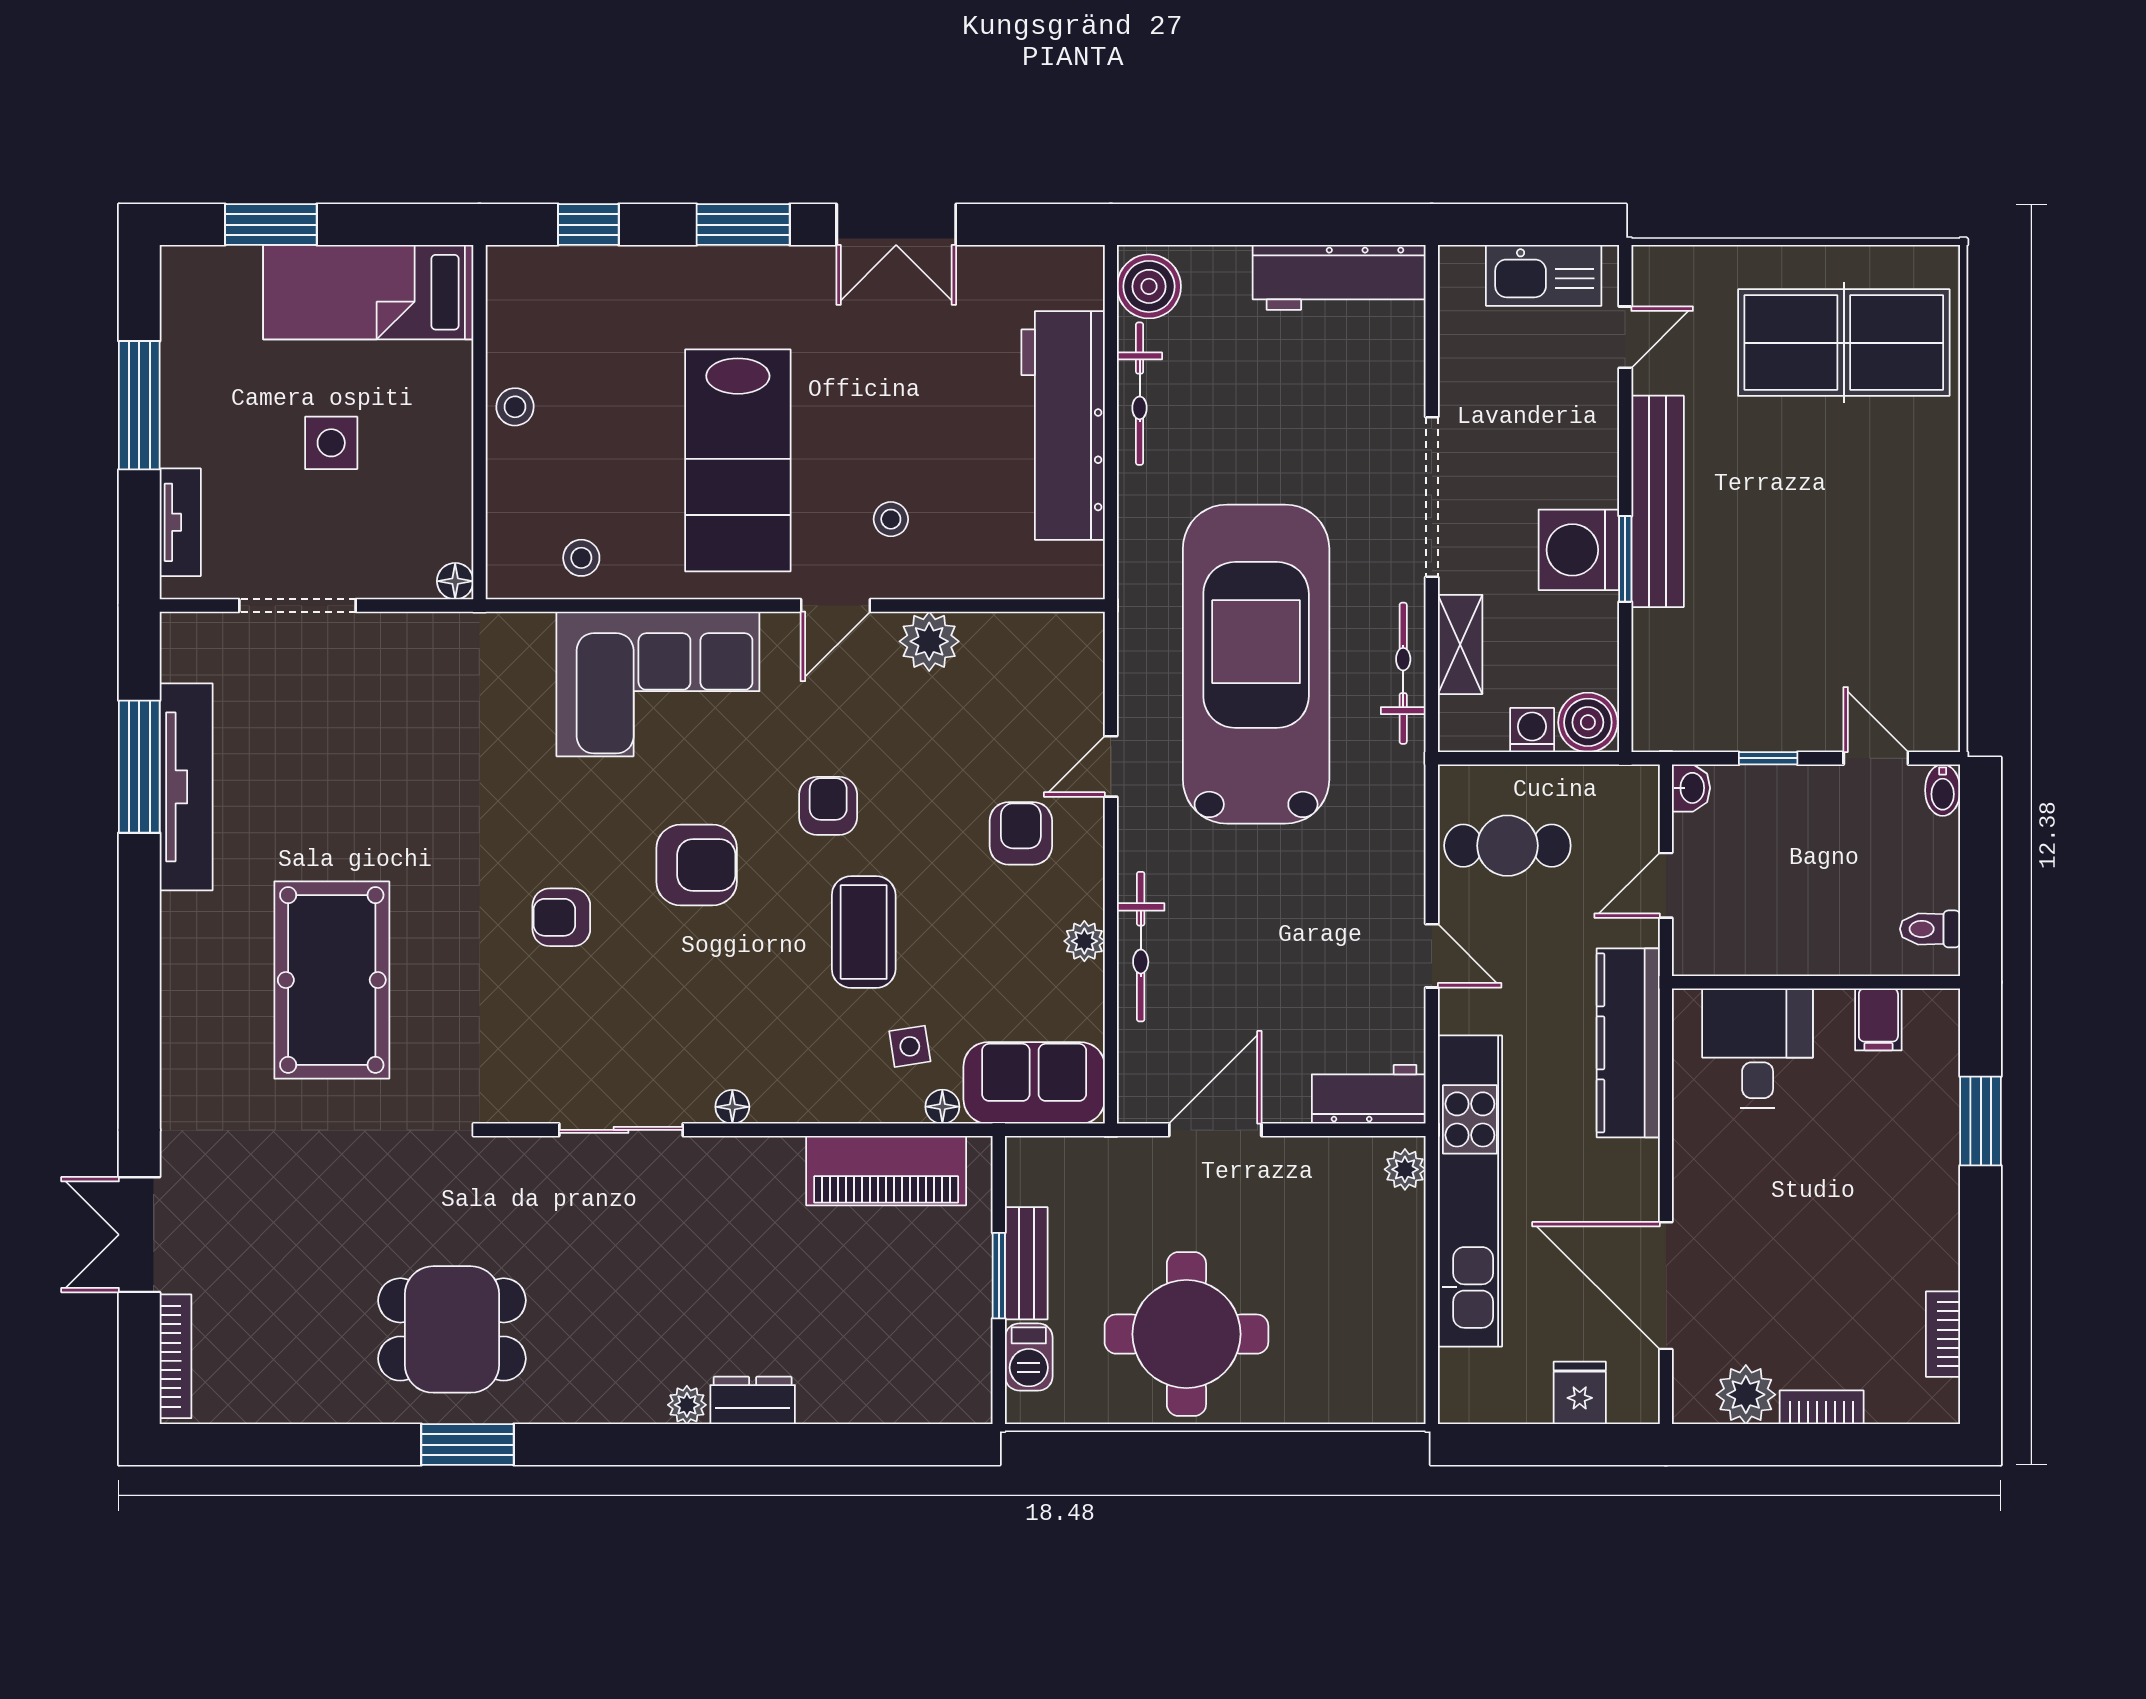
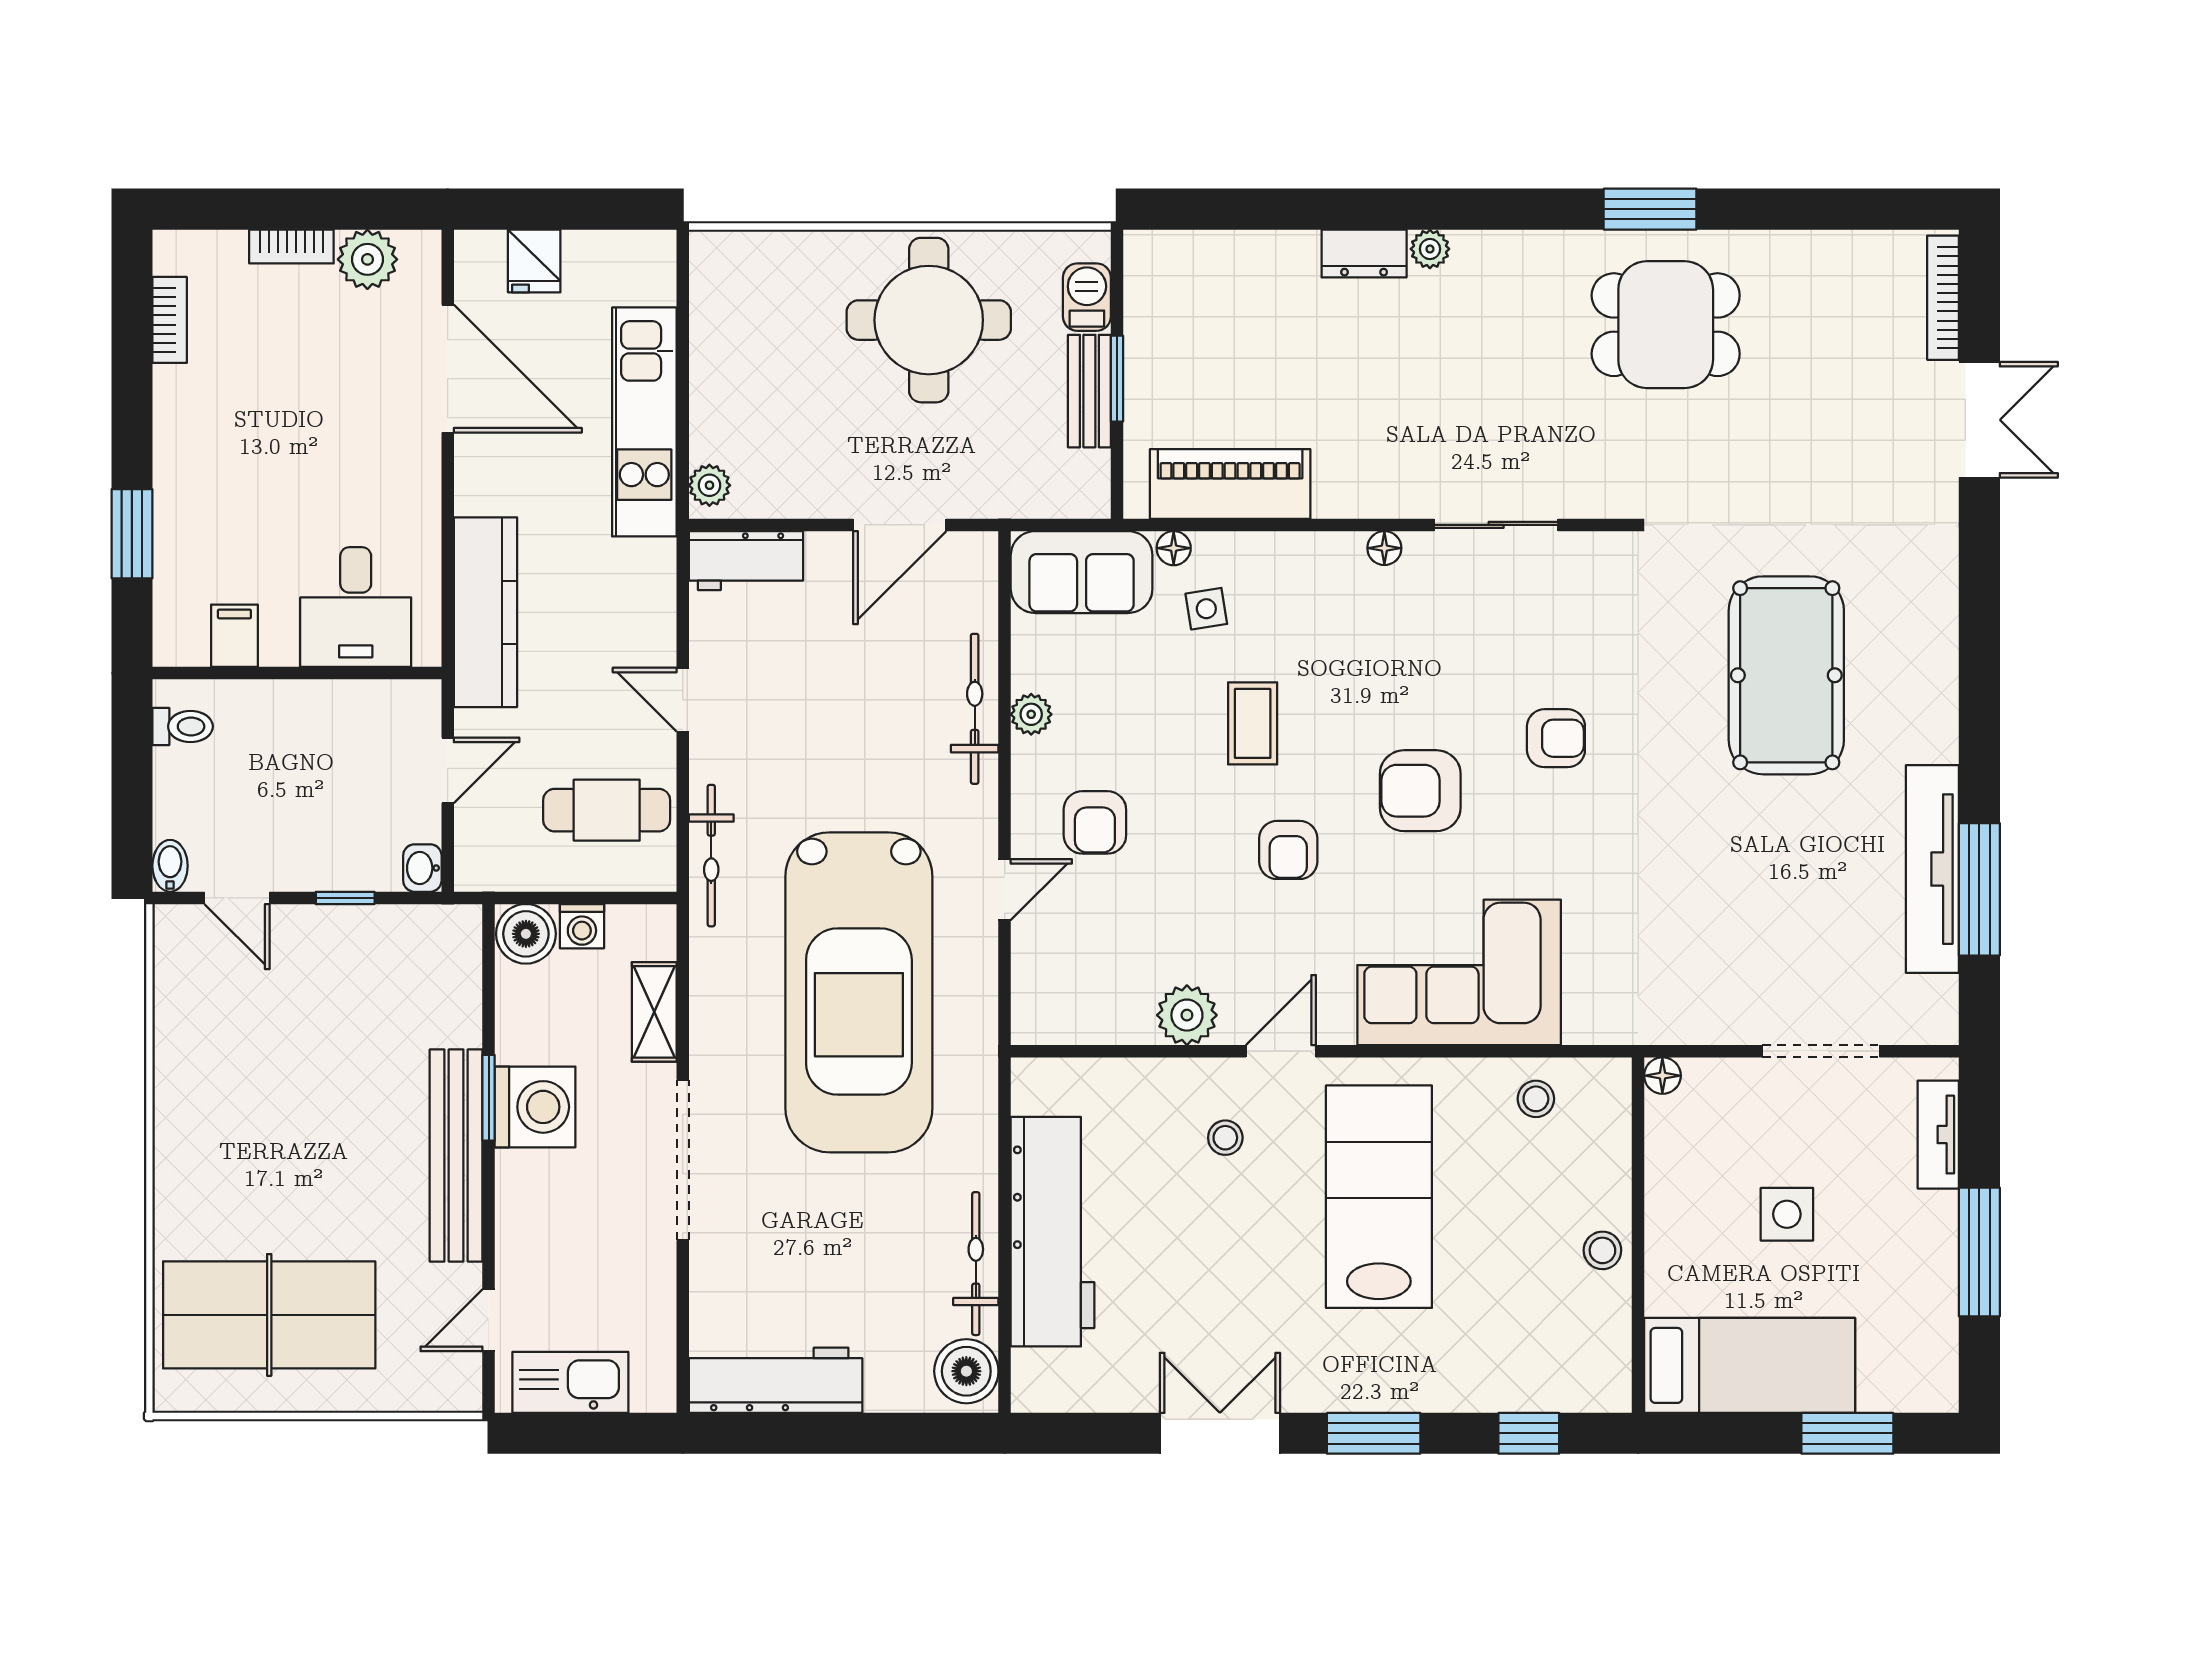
bicycle: (1403, 673) -> (711, 856), moved
coffee table: (864, 932) -> (1253, 723), width x0.73, depth x0.77
kitchen unit: (1470, 1191) -> (644, 422), width x0.73

